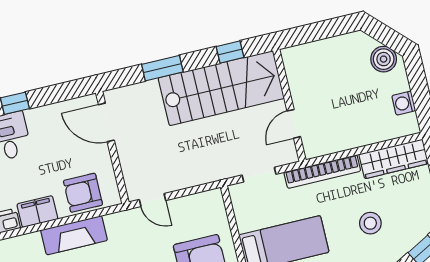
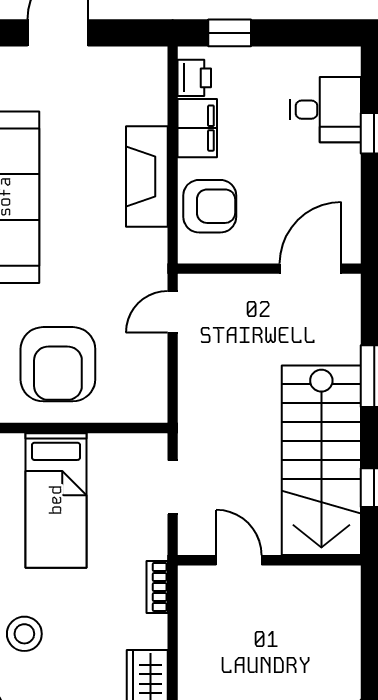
bookcase: (322, 172) -> (157, 587), width x0.43, depth x0.76
armchair: (83, 193) -> (210, 206), turned 90
stool: (370, 223) -> (24, 634), moved

